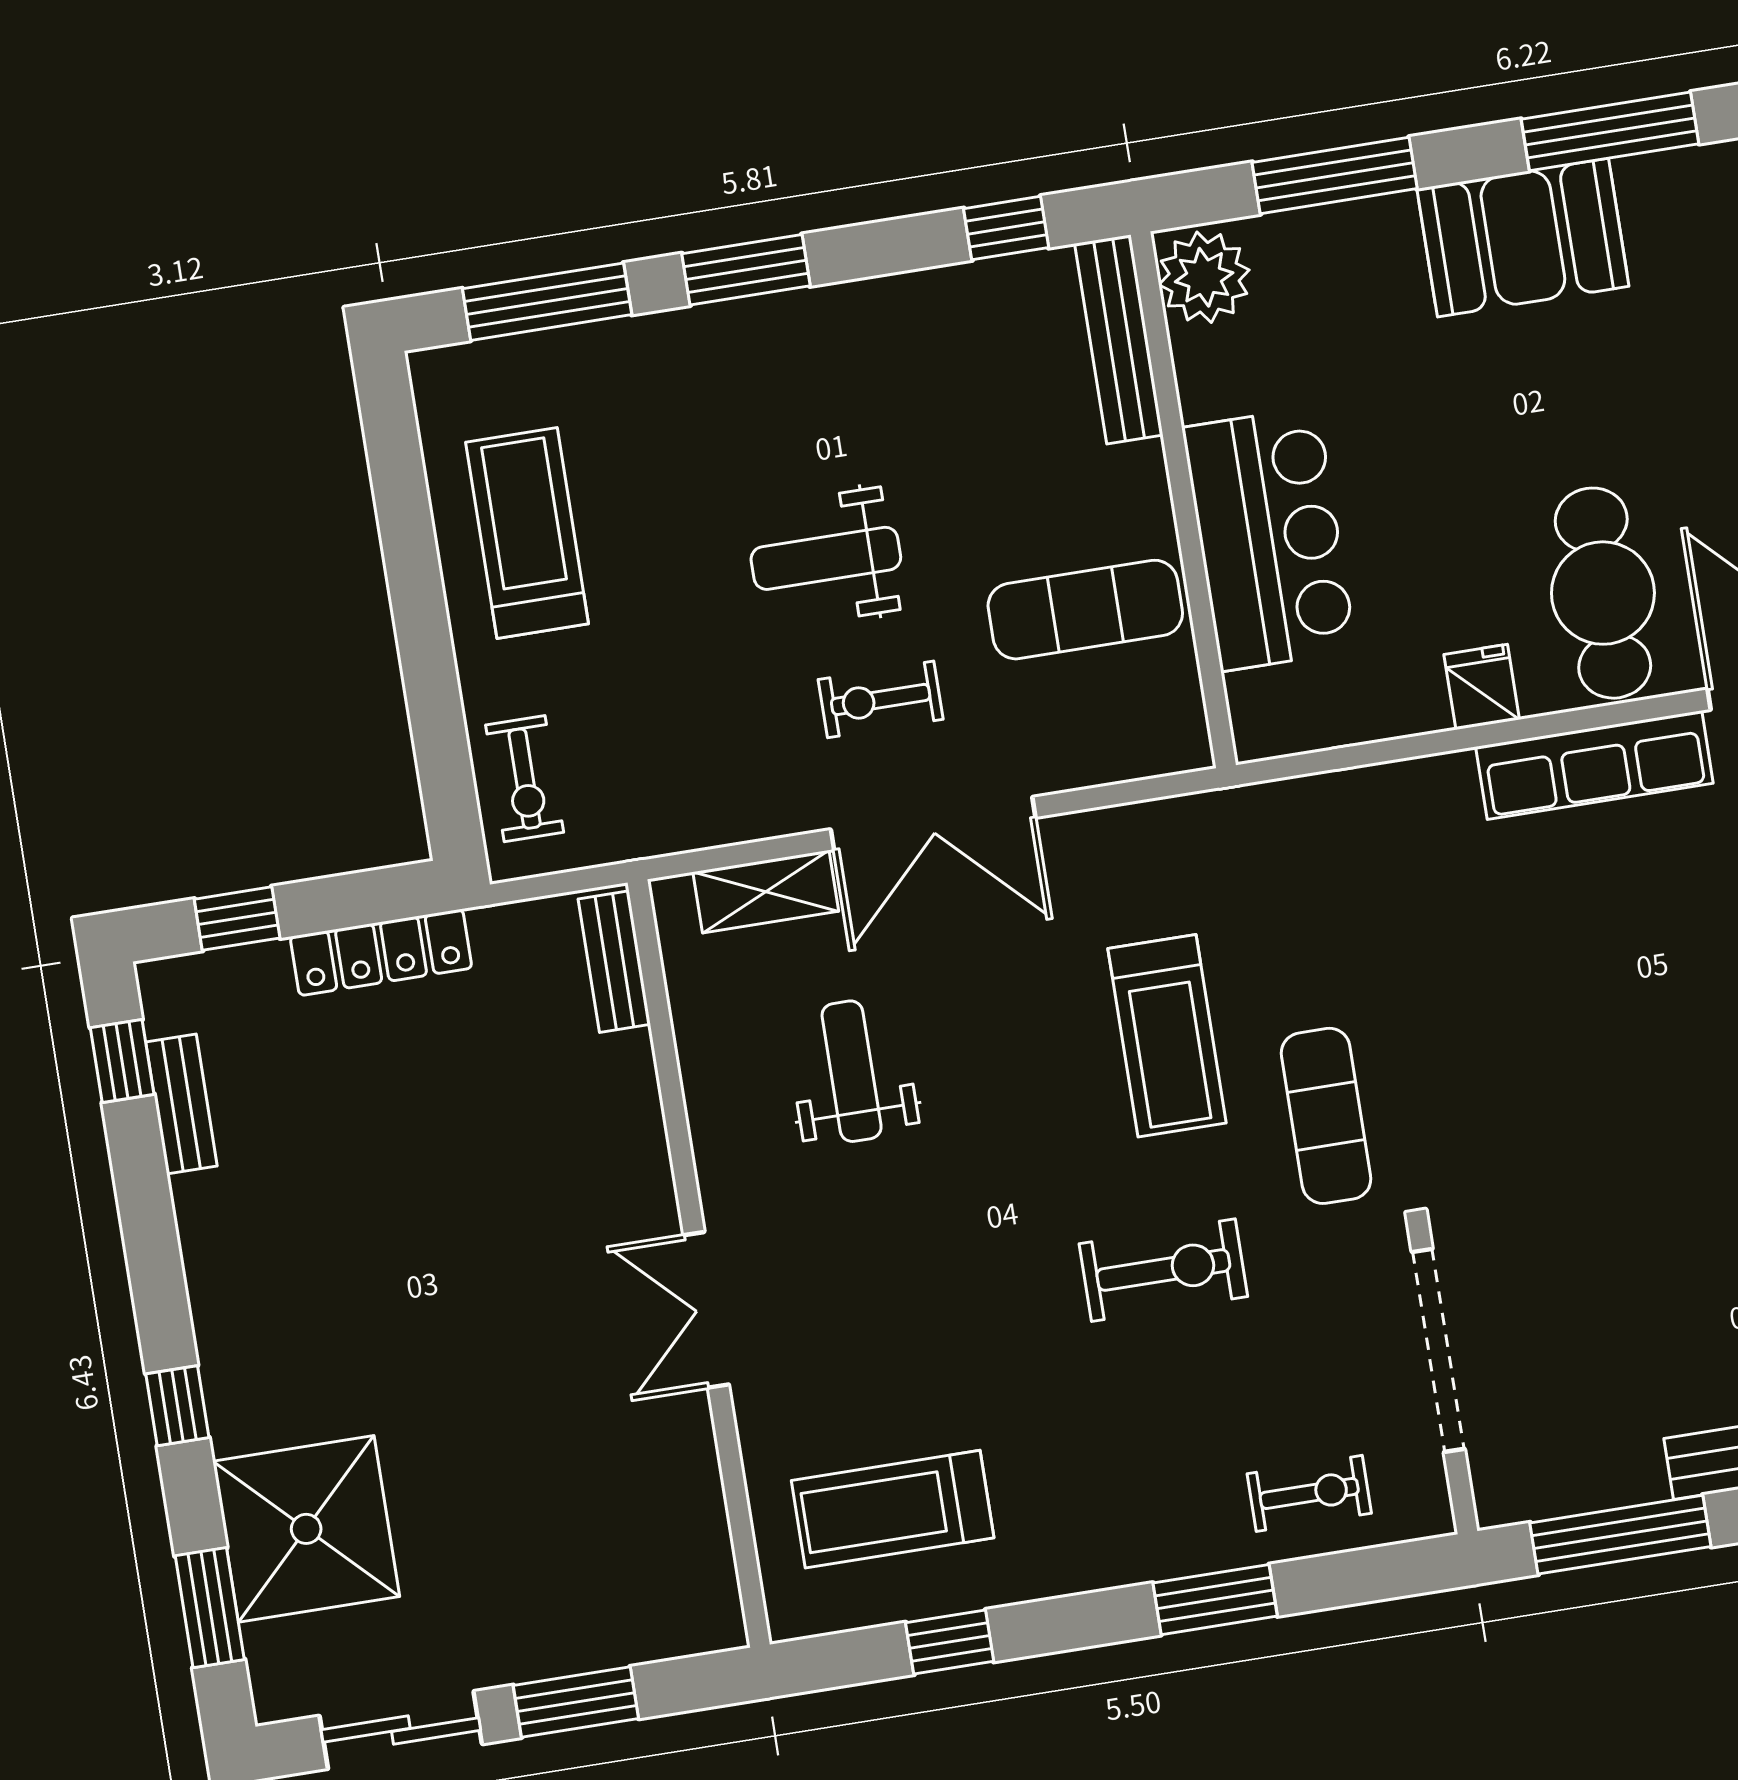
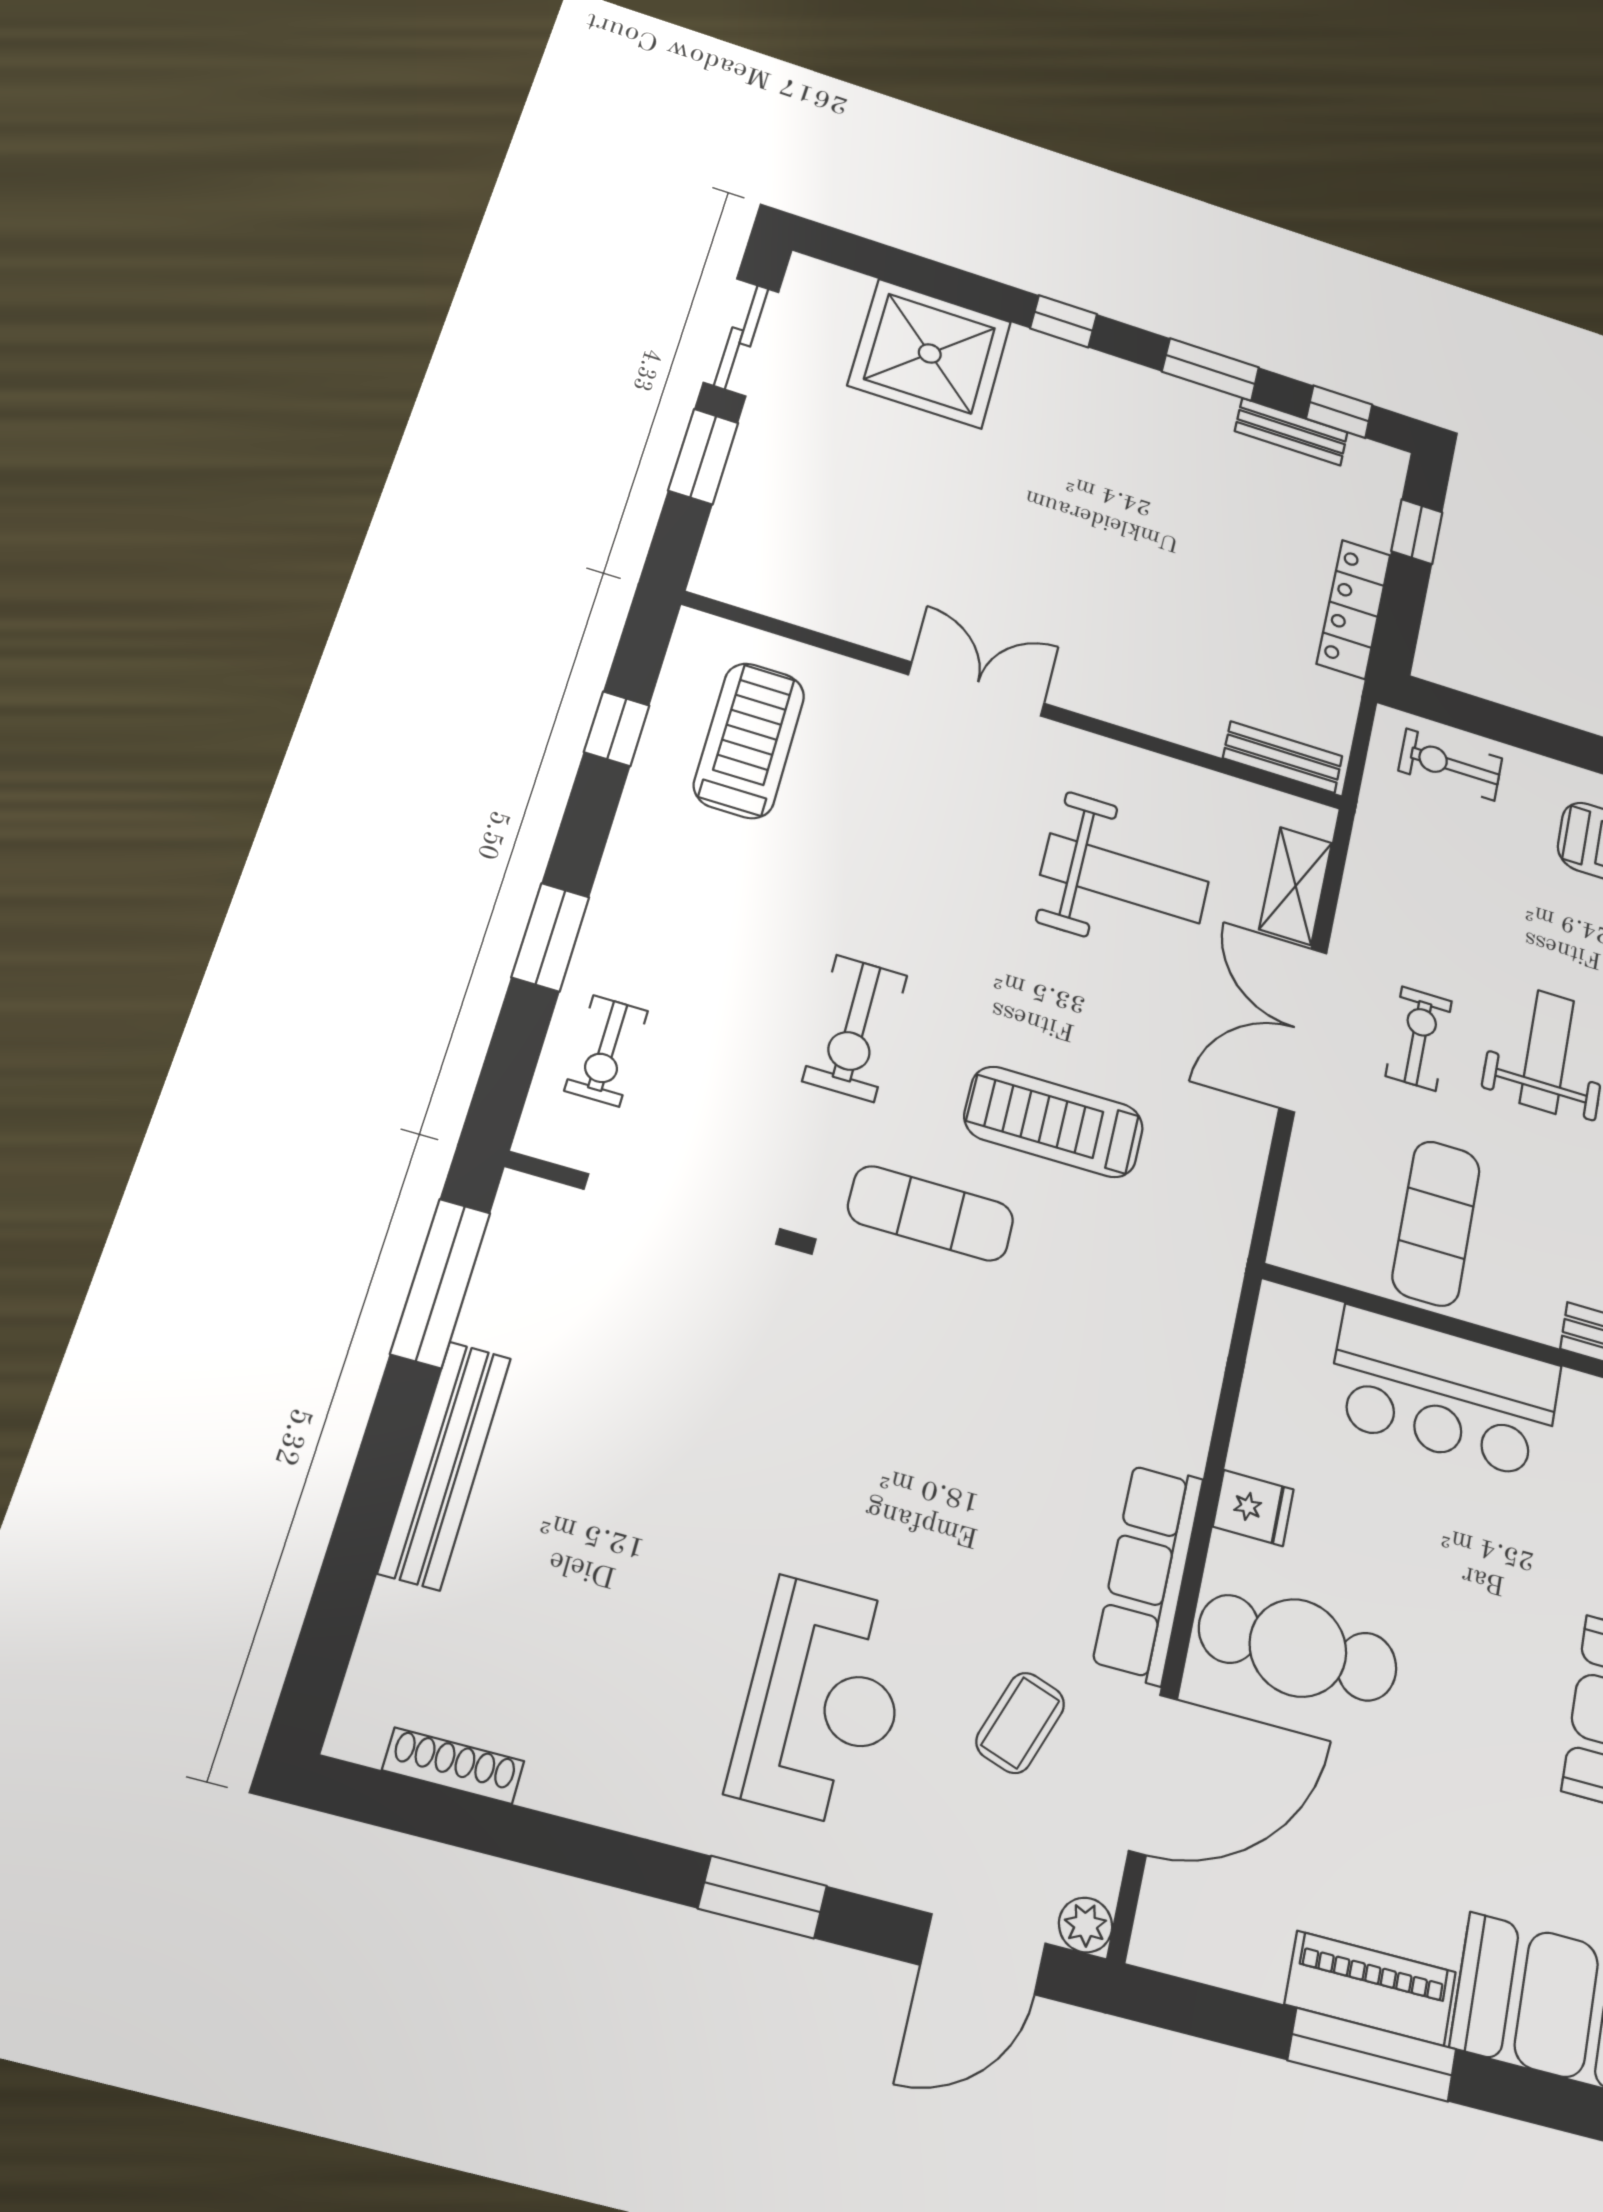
weight bench: (852, 1071) -> (1125, 878), width x1.36, depth x1.33
window: (210, 1608) -> (1211, 369), moved

